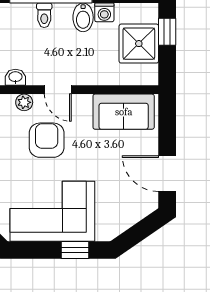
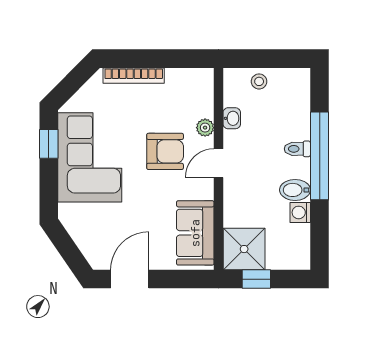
window: (167, 32) -> (256, 279), moved
shower: (139, 44) -> (244, 249), moved
window: (75, 250) -> (49, 144), moved

